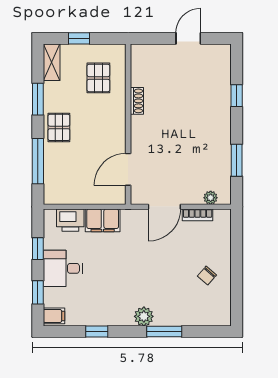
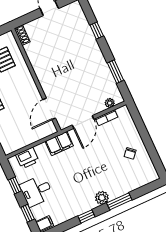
shoe rack: (137, 101) -> (22, 35), moved
filing cabinet: (103, 220) -> (59, 143), moved
window: (97, 332) -> (86, 216), moved

